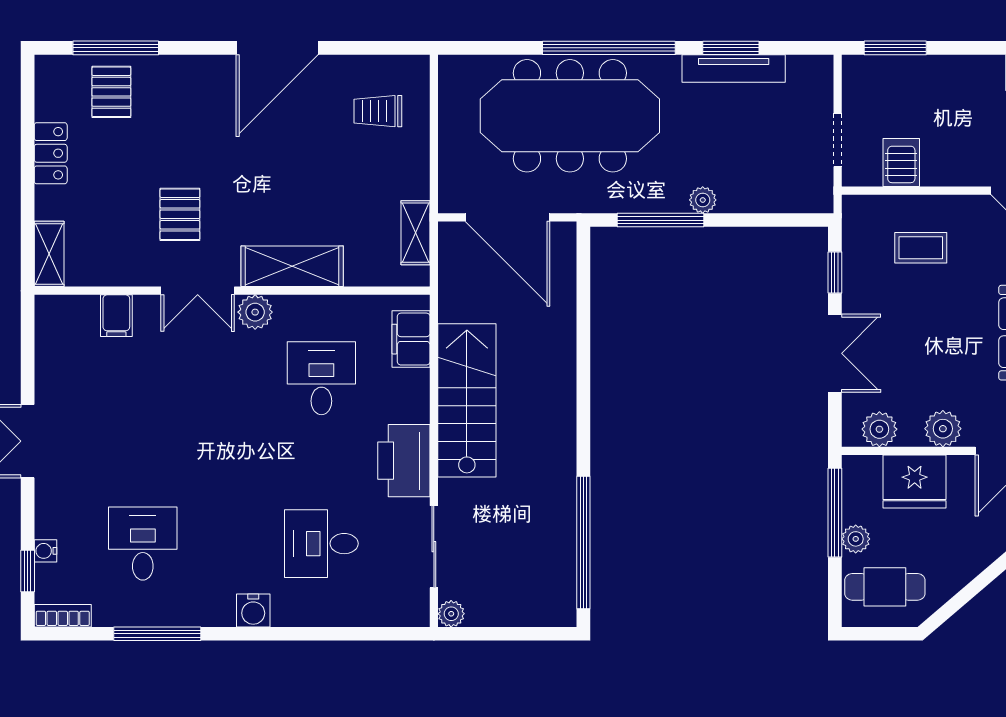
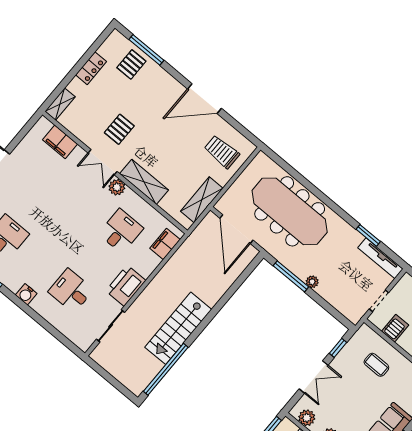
window: (609, 48) -> (324, 199), removed
tv unit: (734, 69) -> (380, 258), moved
trolley: (378, 111) -> (222, 152), width x1.36, depth x1.39
shelving: (415, 233) -> (202, 200), width x1.50, depth x1.33
filing cabinet: (116, 316) -> (60, 142), width x2.00
stairs: (467, 400) -> (178, 328), moved, turned 180
plant: (451, 614) -> (97, 355), removed

